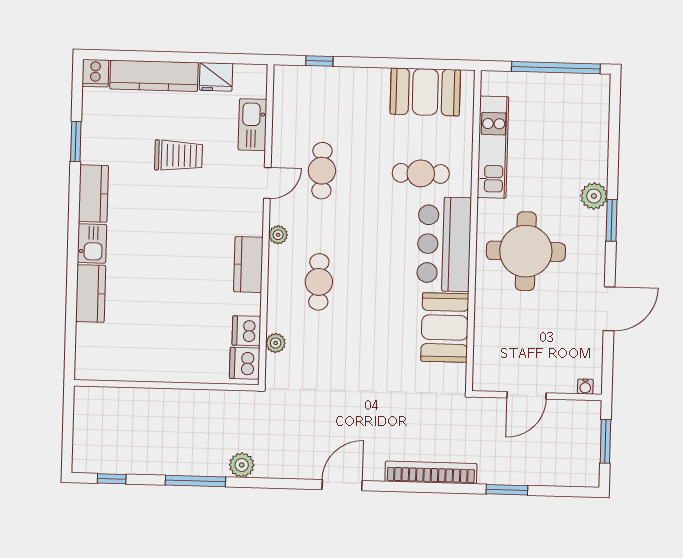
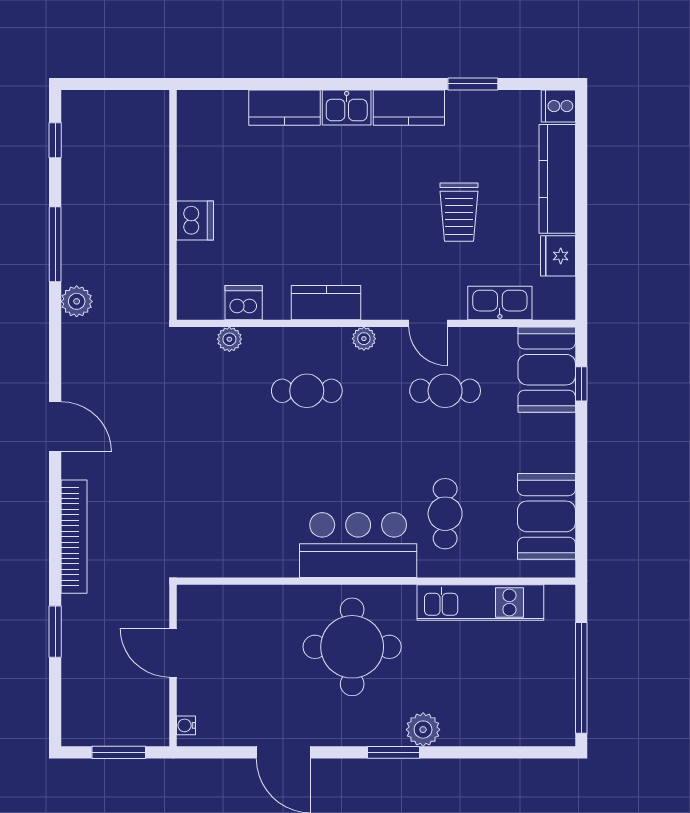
booth: (445, 327) -> (547, 370), moved, turned 90
dishwasher: (245, 363) -> (195, 221), moved, turned 90

